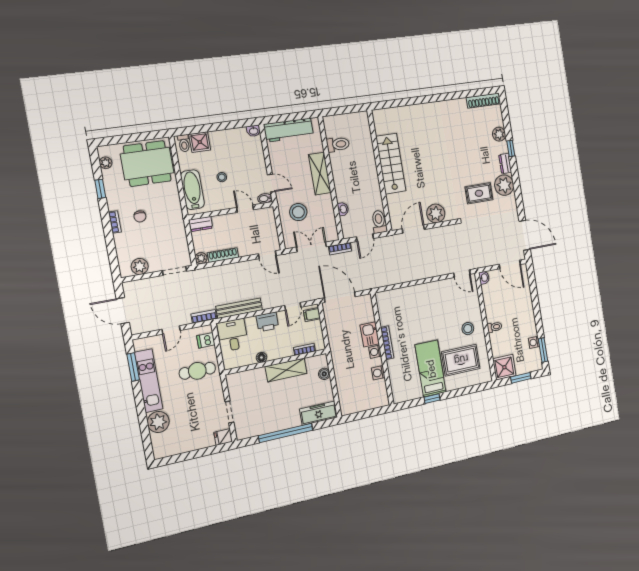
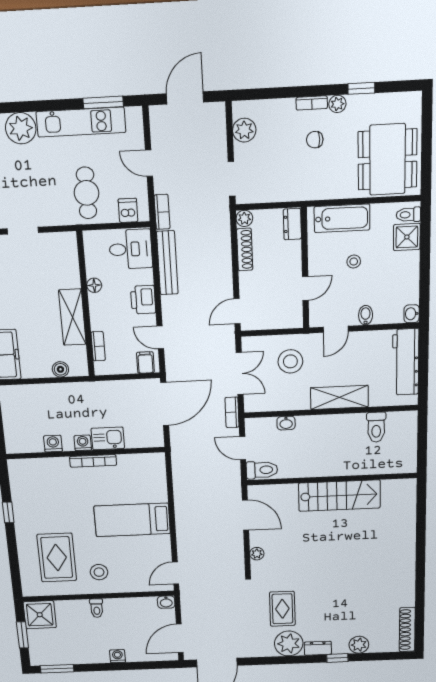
plant: (106, 163) -> (337, 104), moved
bidet: (265, 198) -> (366, 315), moved
plant: (436, 213) -> (257, 554), width x0.53, depth x0.53
washing machine: (534, 342) -> (117, 656), moved
bed: (431, 369) -> (132, 520), moved, turned 180

